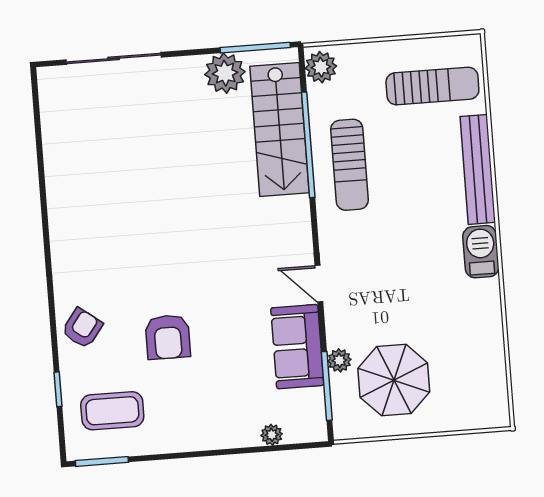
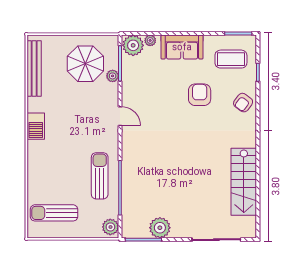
stairs: (279, 130) -> (244, 182), moved, turned 180
bench: (478, 169) -> (34, 68), moved
sofa: (297, 347) -> (182, 47), moved, turned 90
plant: (304, 423) -> (133, 45), added

